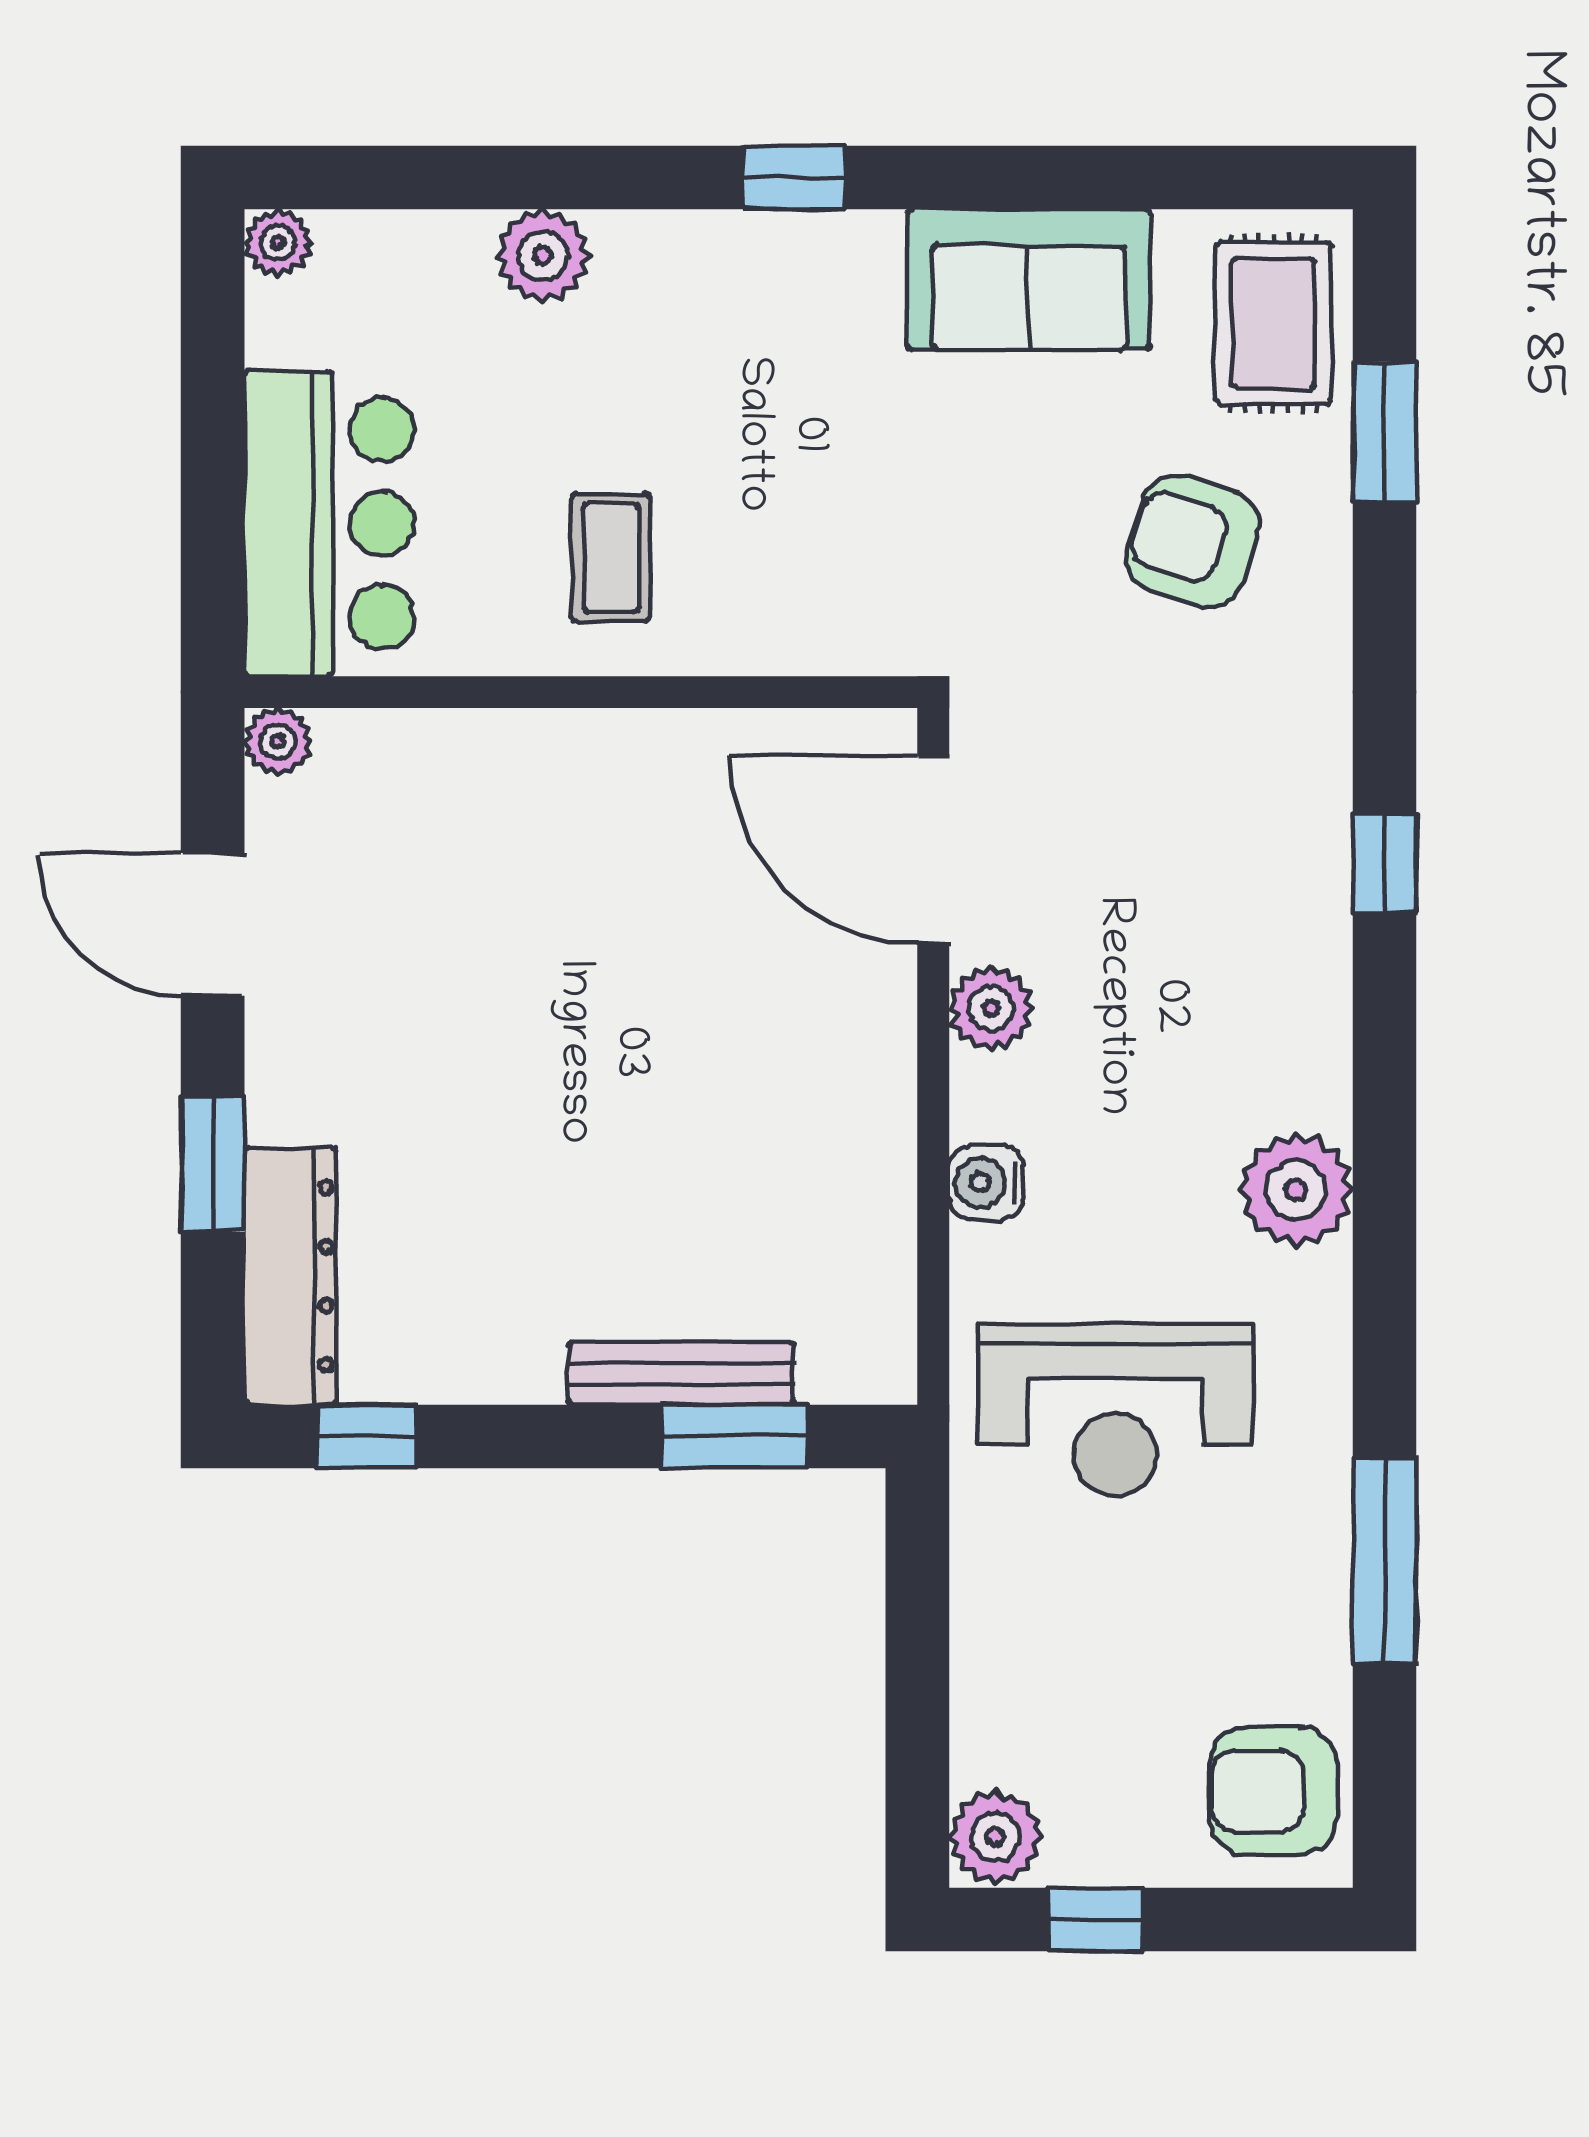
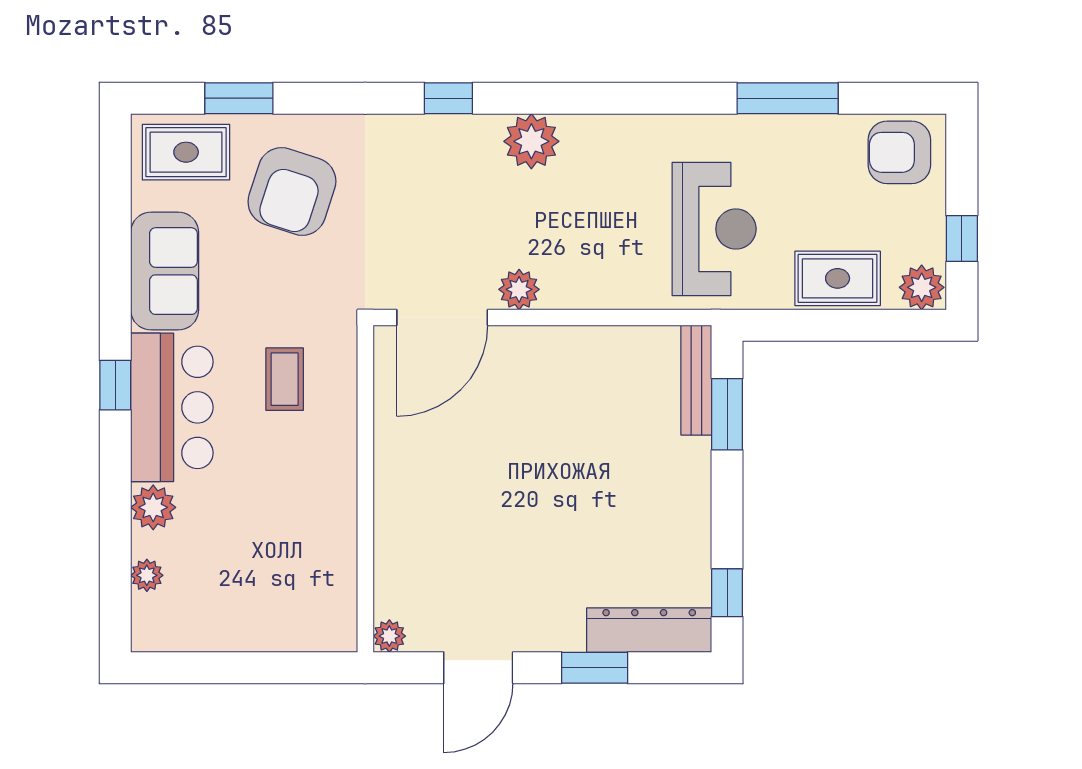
plant: (278, 243) -> (147, 575), moved
bar counter: (329, 523) -> (172, 407), moved, turned 90
armchair: (1193, 541) -> (292, 191), width x1.36, depth x1.36
coffee table: (611, 557) -> (285, 379), moved, turned 90
water cooler: (986, 1183) -> (604, 292), removed
plant: (1296, 1190) -> (531, 141), moved
bench: (681, 1373) -> (696, 380), moved
rug: (1014, 1664) -> (838, 278), added
armchair: (1273, 1791) -> (899, 152), turned 90

